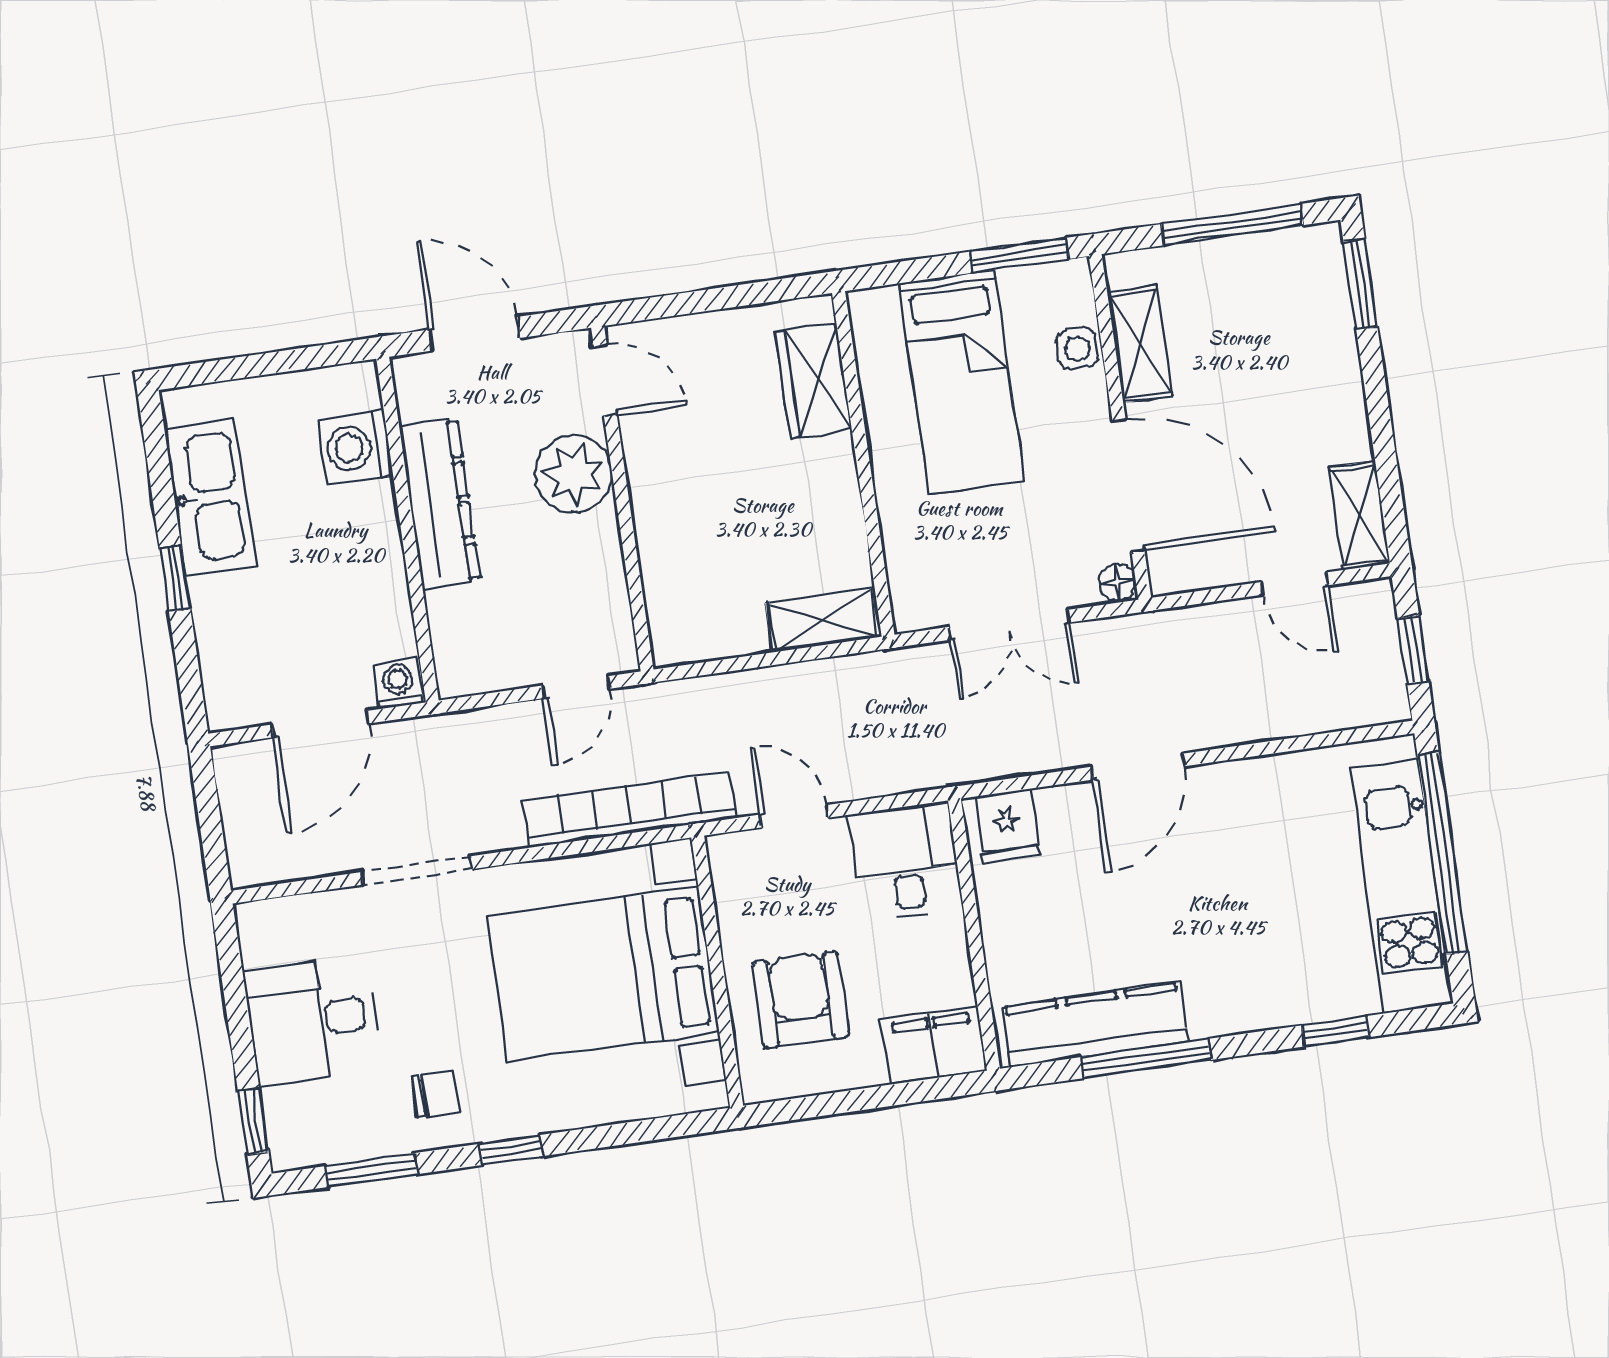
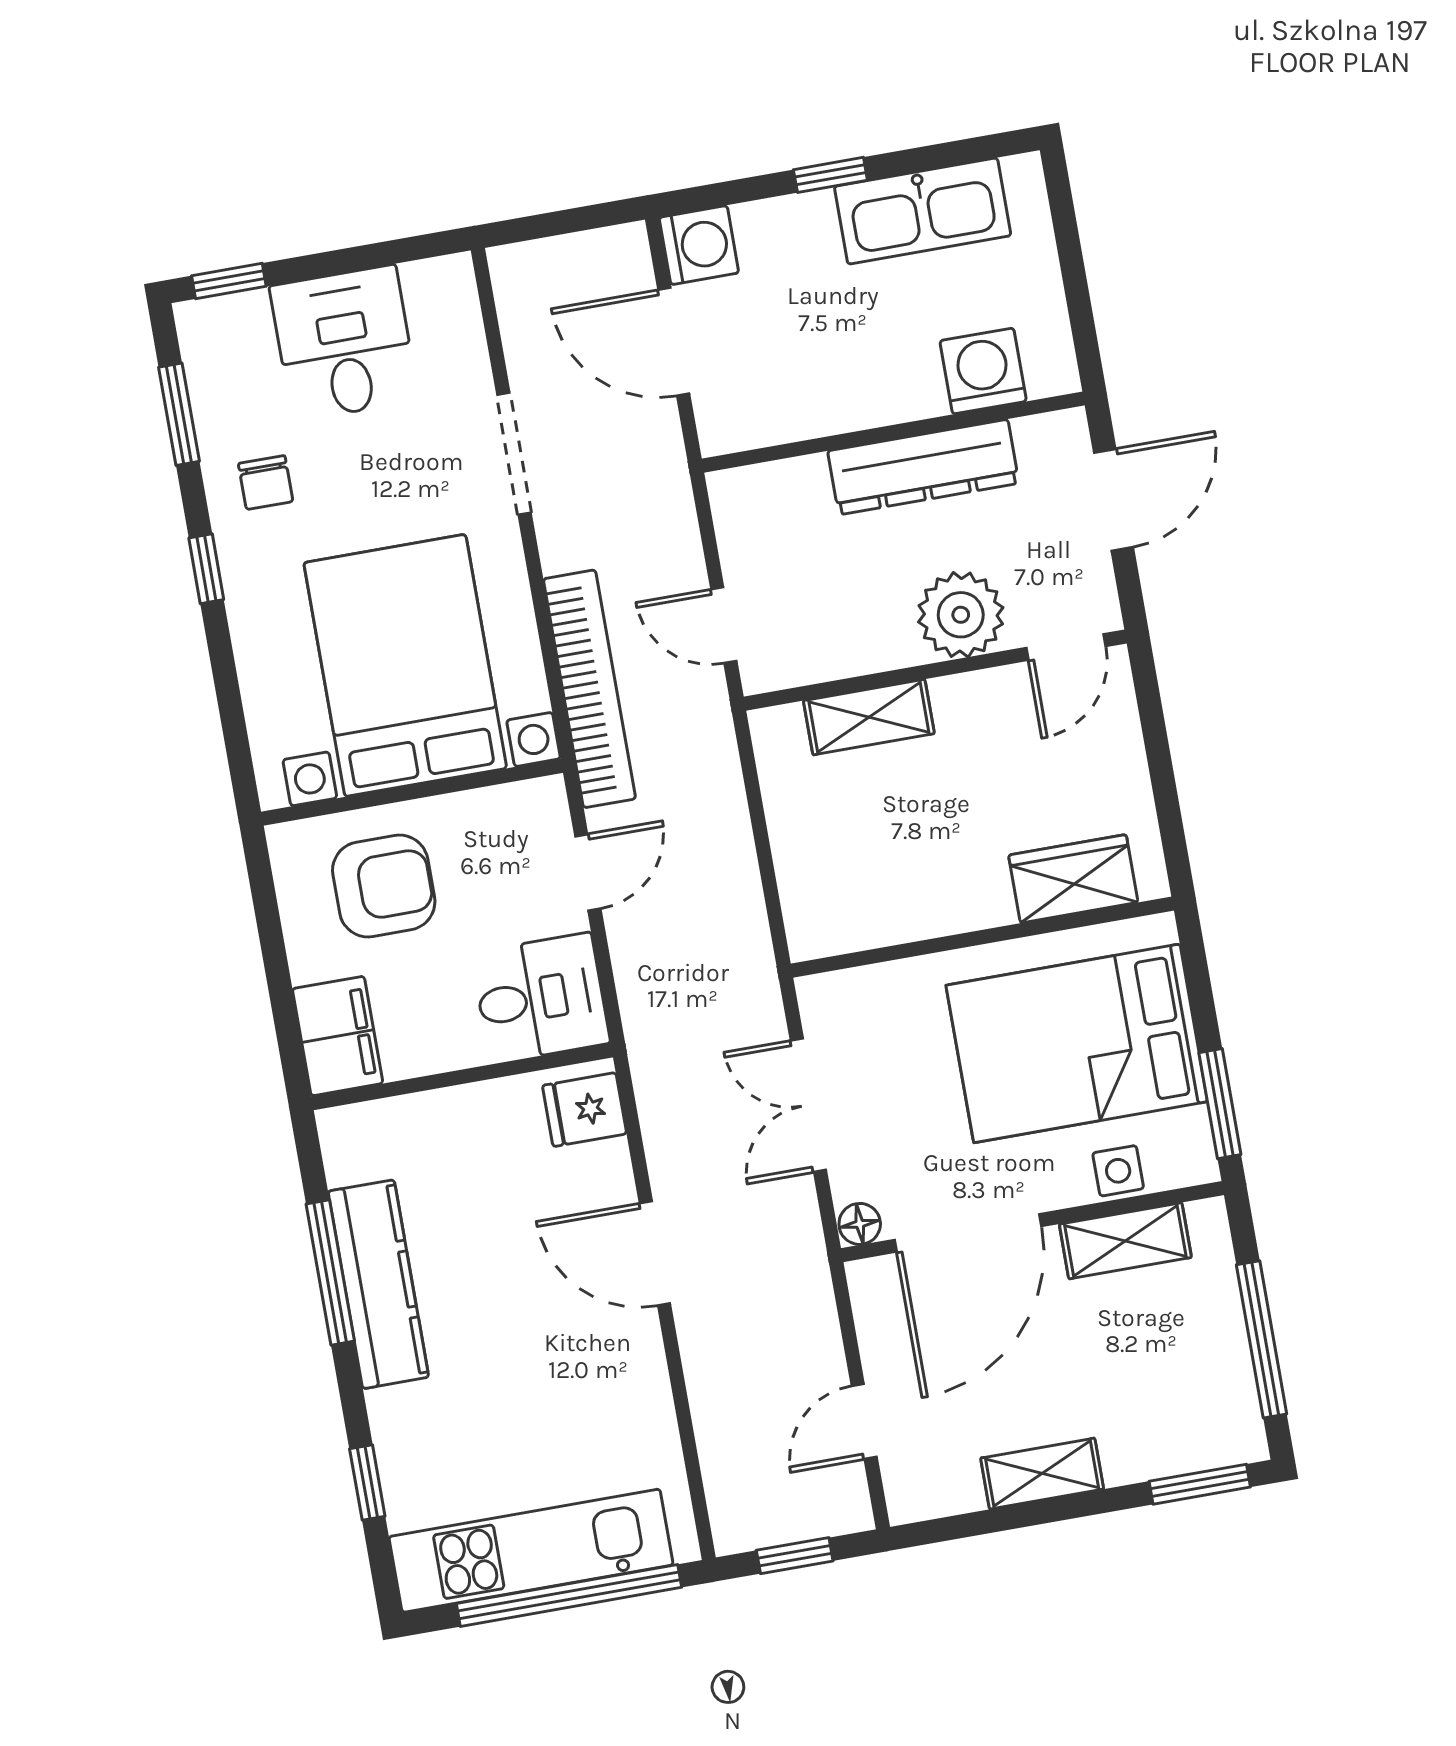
bed: (961, 382) -> (1077, 1043), width x1.50
shelving: (1359, 515) -> (1042, 1474), moved
shelving: (824, 620) -> (869, 717), moved, turned 90
washing machine: (398, 684) -> (699, 245), moved, width x1.38, depth x1.38
kitchen counter: (1095, 1025) -> (378, 1284), moved

